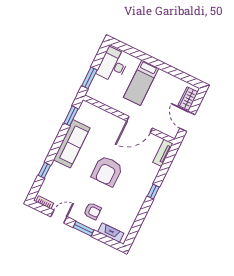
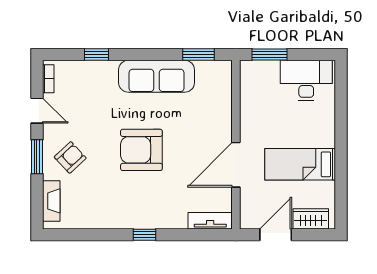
bed: (141, 83) -> (300, 164), moved
door: (140, 124) -> (236, 165), hinge flipped
armchair: (93, 211) -> (70, 157), turned -133

